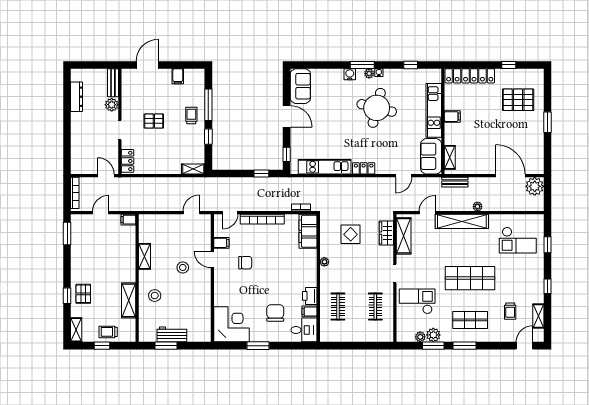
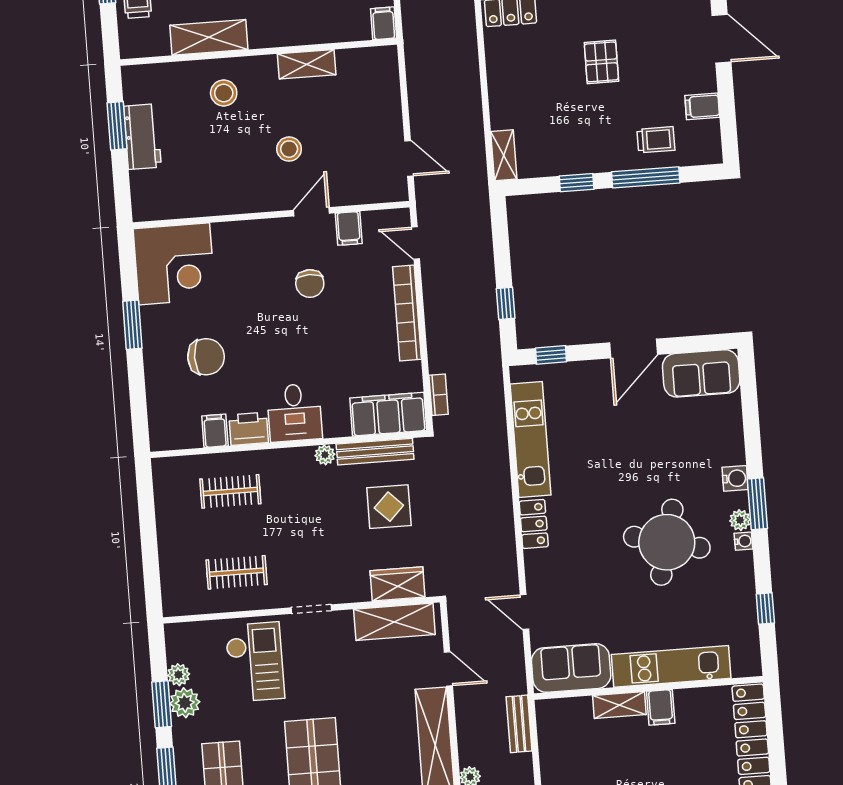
trolley: (191, 115) -> (656, 140), moved
shelving: (450, 157) -> (619, 705), moved
bench: (325, 239) -> (375, 452), added
desk: (304, 330) -> (294, 413), moved

